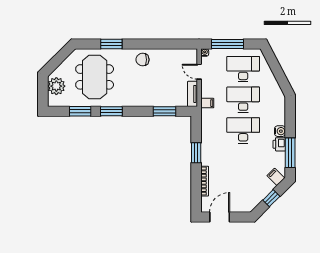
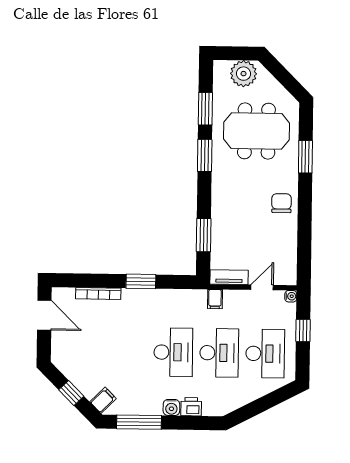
window: (227, 44) -> (303, 331), width x0.46
printer: (279, 144) -> (191, 407), moved

